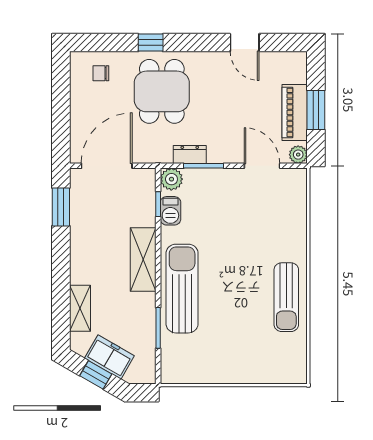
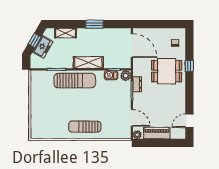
door: (245, 43) -> (189, 121), moved
window: (316, 110) -> (158, 143), removed
door: (262, 166) -> (132, 118), hinge flipped
window: (61, 207) -> (94, 24), moved
sun lounger: (286, 297) -> (85, 127), moved

